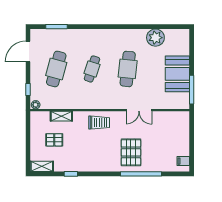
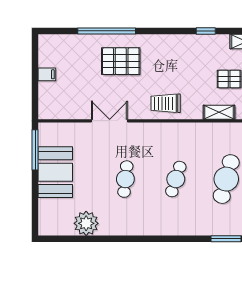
cafe table: (128, 69) -> (125, 179), width x0.73, depth x0.74
pallet: (131, 152) -> (121, 61), turned 90
filing cabinet: (183, 161) -> (47, 74), moved

